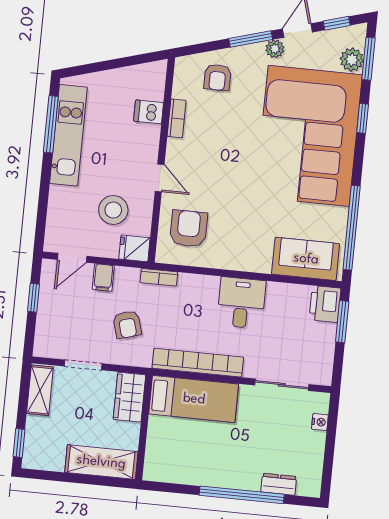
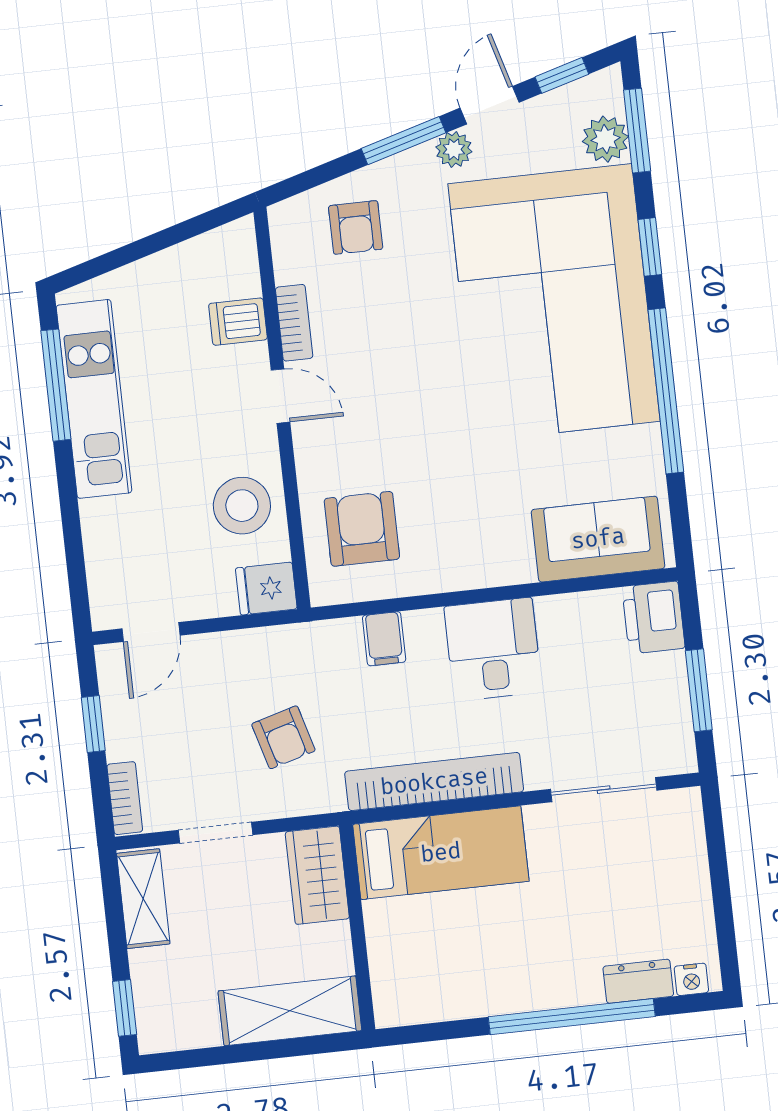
door: (160, 178) -> (280, 396), moved
stool: (113, 210) -> (242, 506), moved
window: (352, 228) -> (666, 391), moved
bookcase: (159, 277) -> (125, 798), moved, turned -90
filing cabinet: (103, 278) -> (384, 639), moved
window: (342, 322) -> (699, 690), moved
nightstand: (320, 422) -> (691, 979), moved, turned 90

